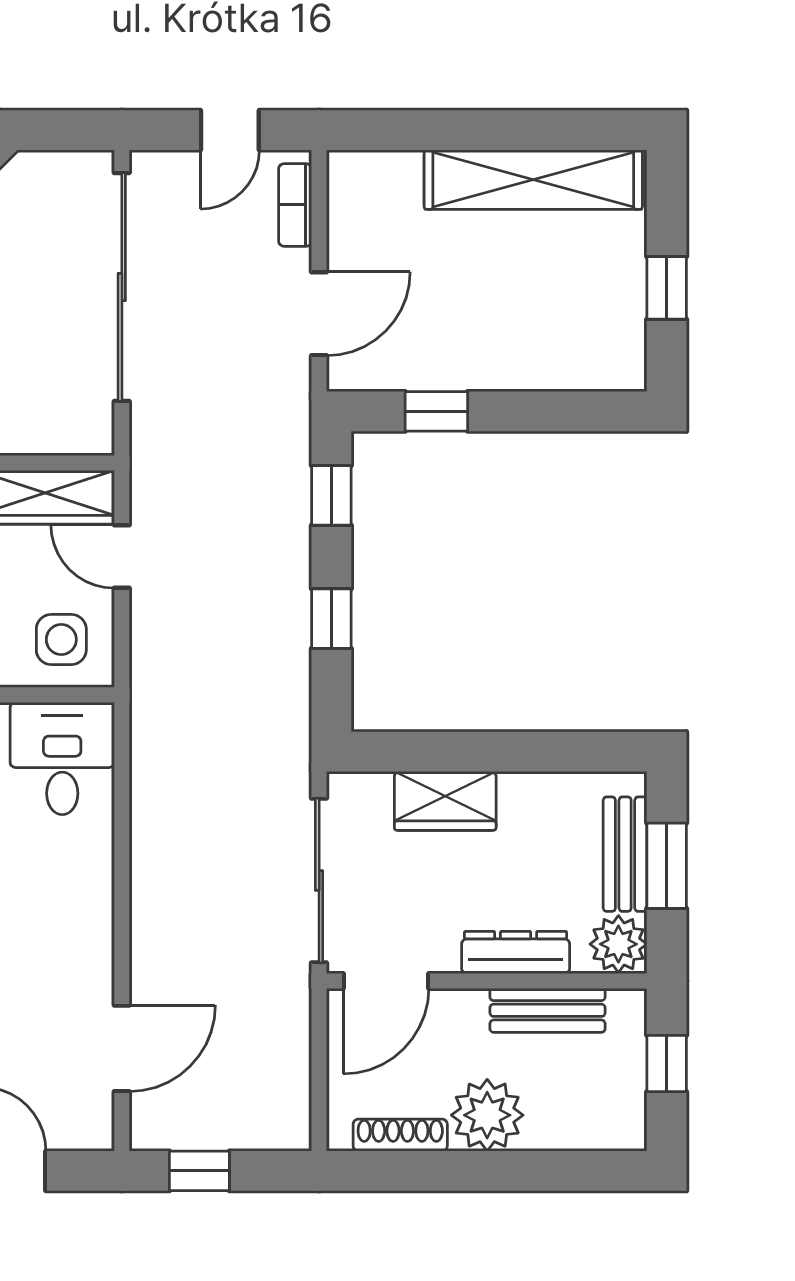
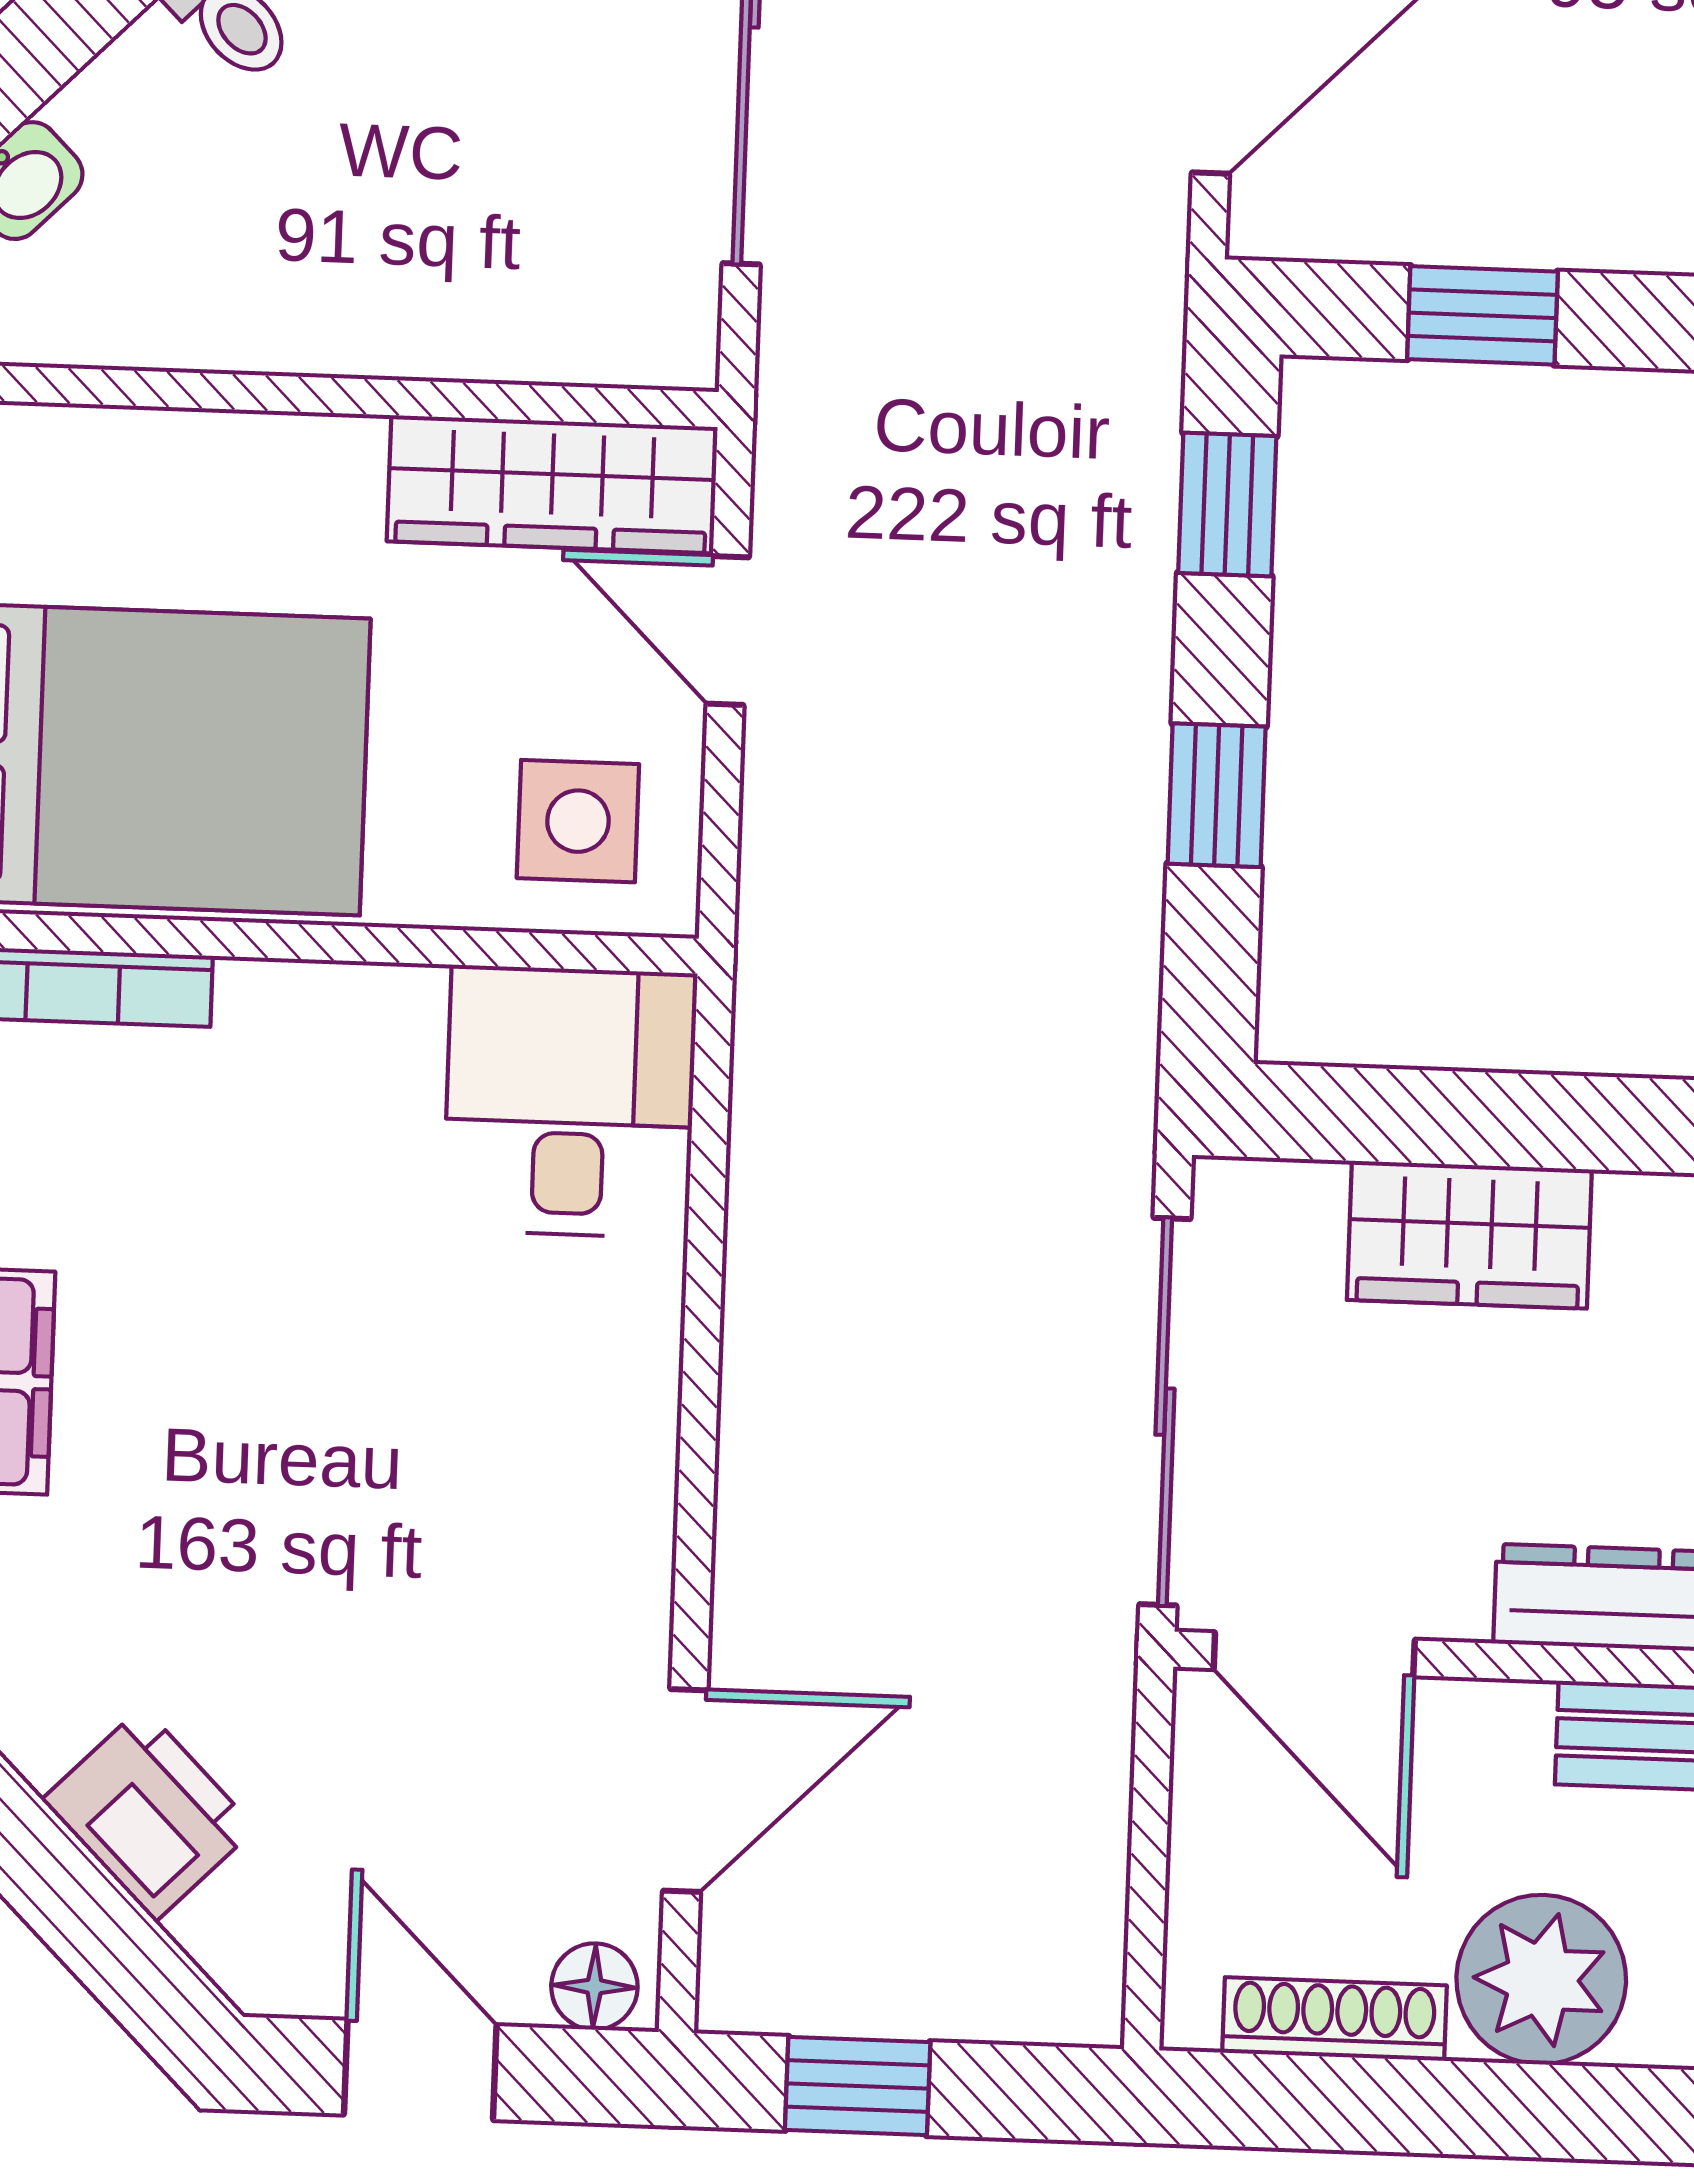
door: (386, 981) -> (1314, 1654), hinge flipped
floor lamp: (86, 1133) -> (594, 1986), added

